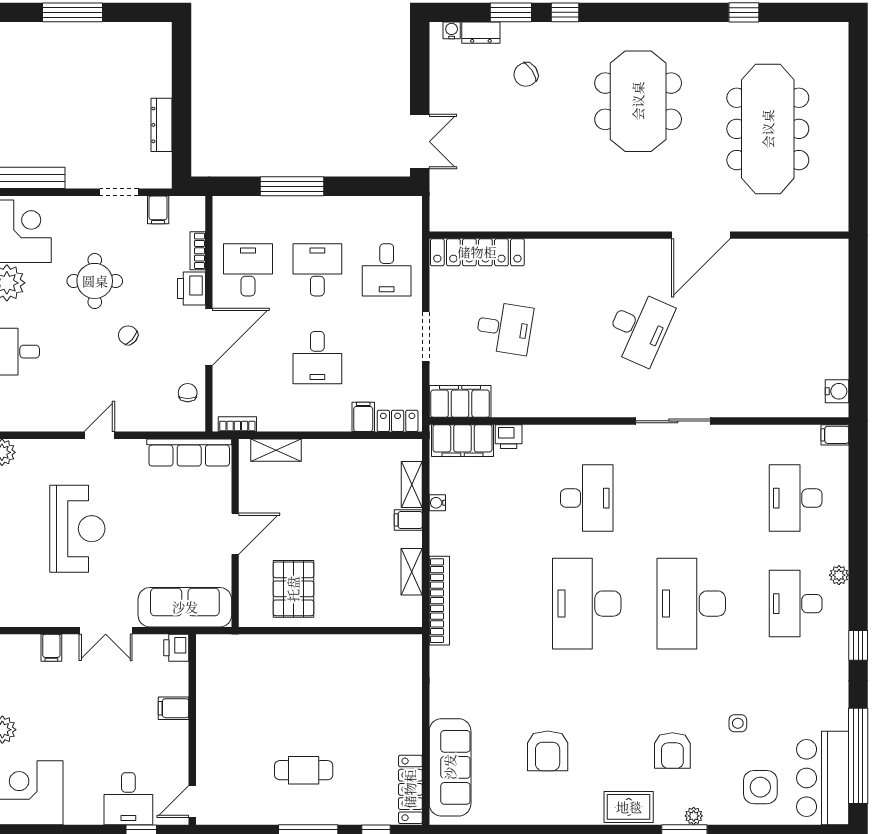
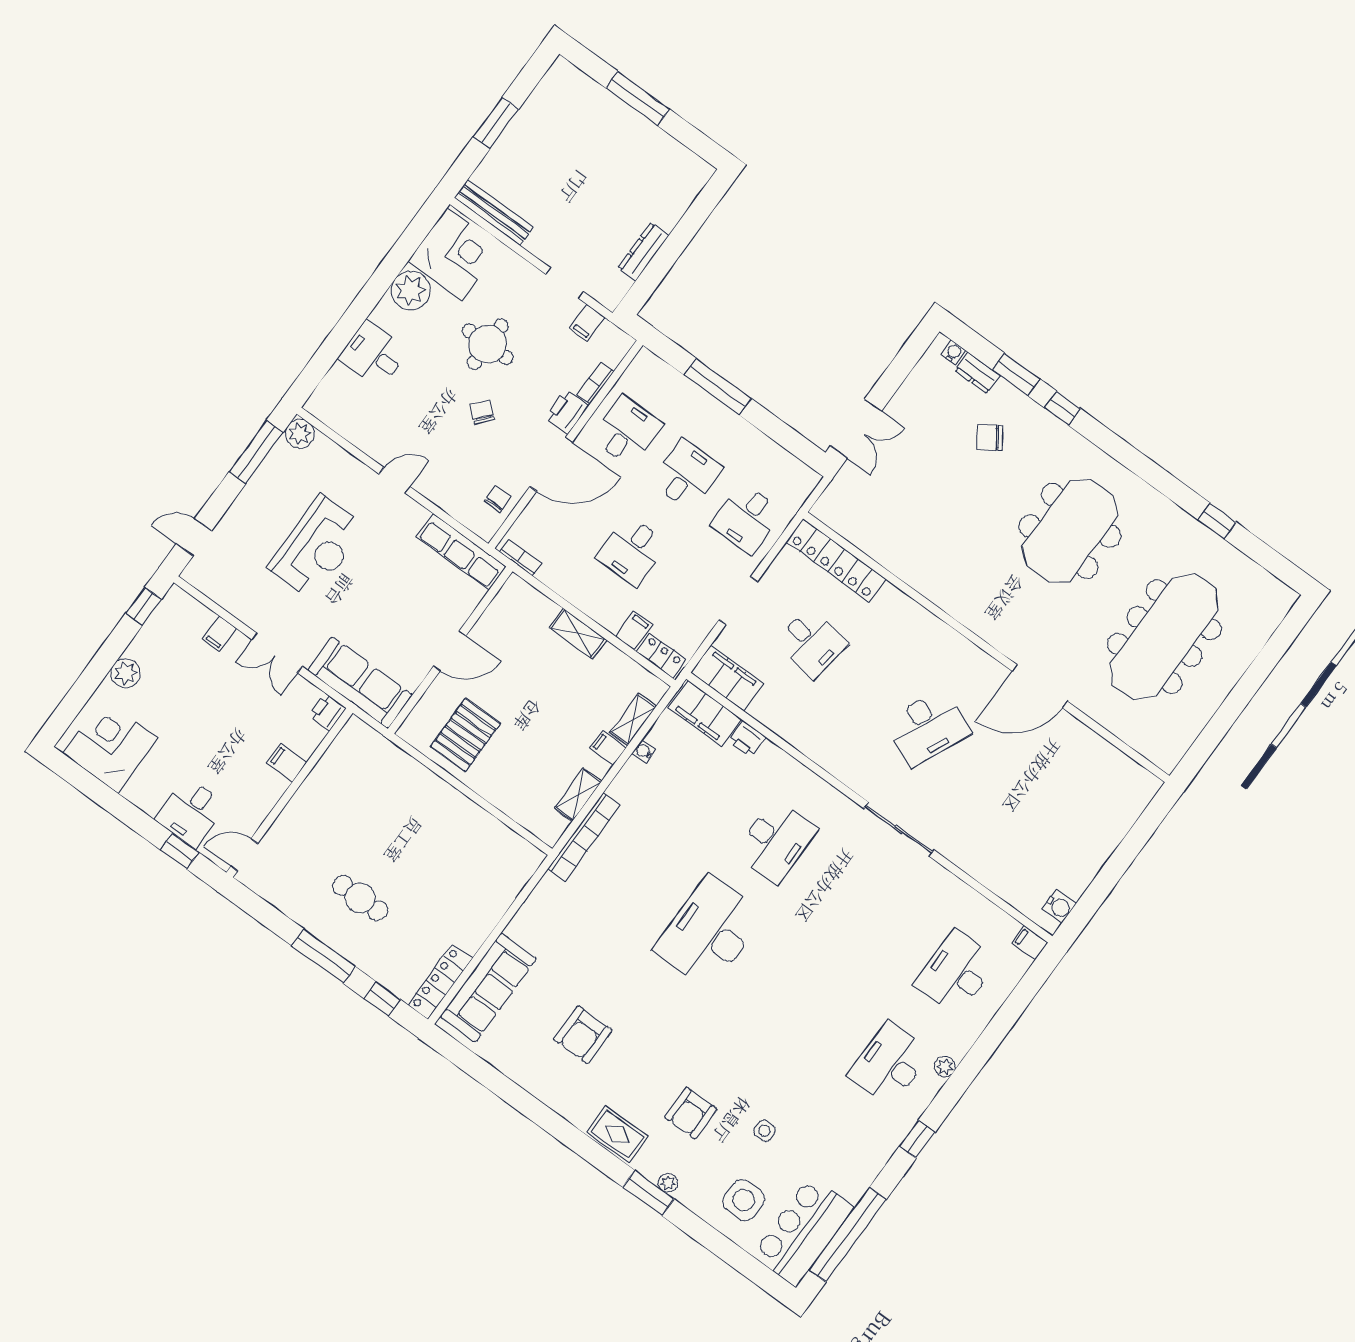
shelving: (276, 450) -> (578, 634), moved
desk: (691, 604) -> (799, 998), removed

